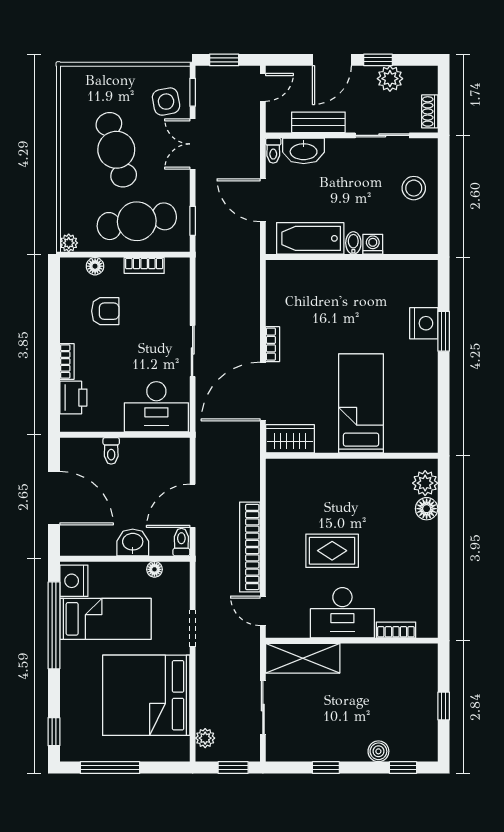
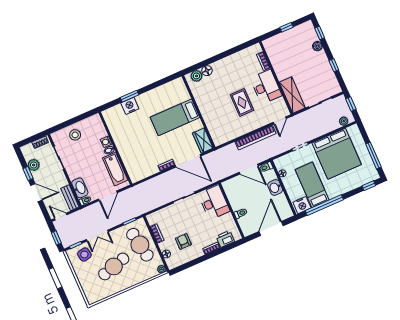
bench: (318, 122) -> (70, 198), moved

